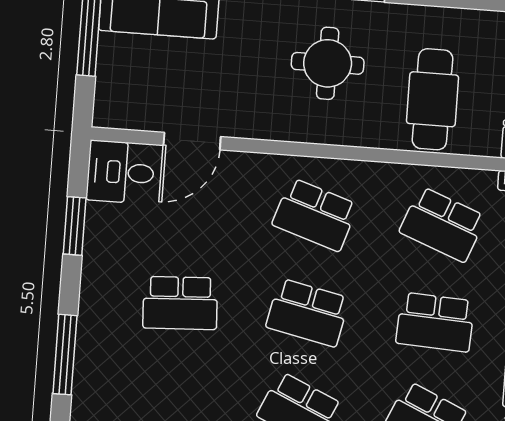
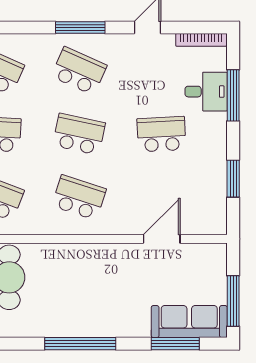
round table: (328, 63) -> (78, 295), removed
desk: (121, 172) -> (206, 92), moved

